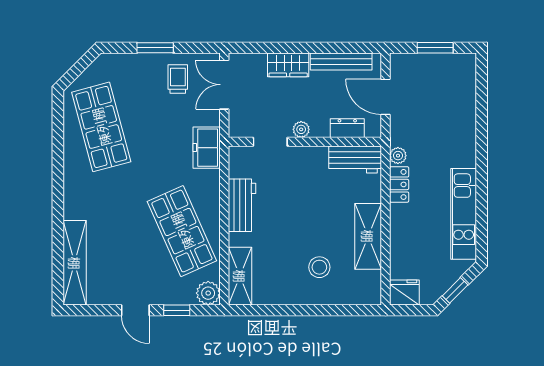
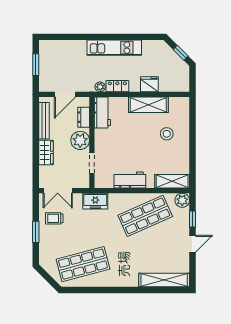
plant: (301, 129) -> (80, 140), width x1.88, depth x1.88
kitchen unit: (464, 214) -> (114, 48), moved
fridge: (404, 292) -> (149, 84), moved, turned 90

